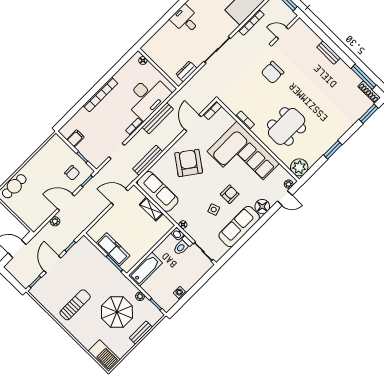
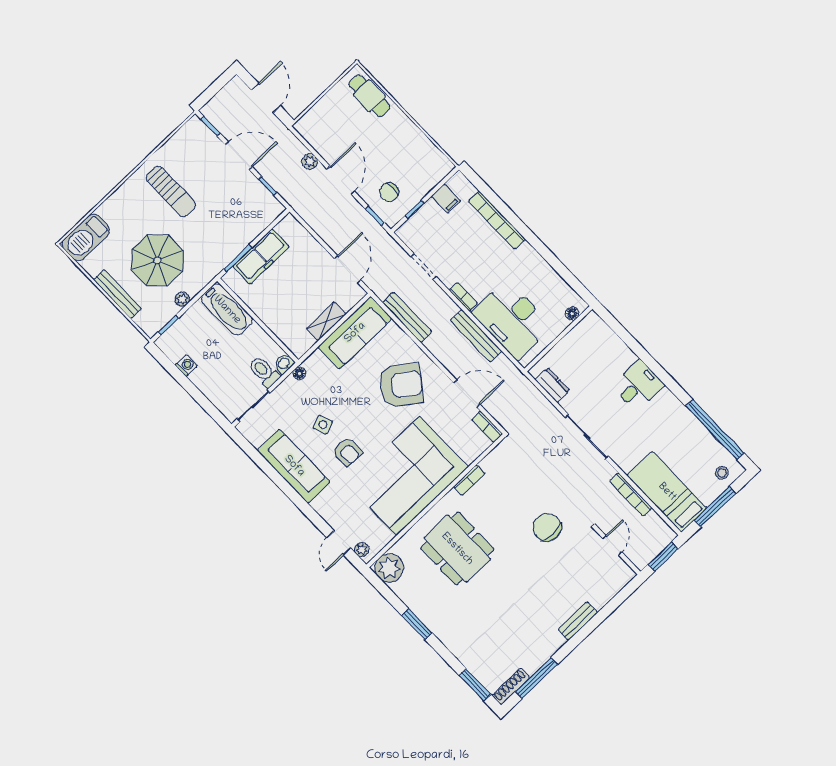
bookcase: (100, 94) -> (497, 220), moved
floor lamp: (262, 207) -> (326, 505), removed
bench: (141, 332) -> (117, 294), width x1.36

